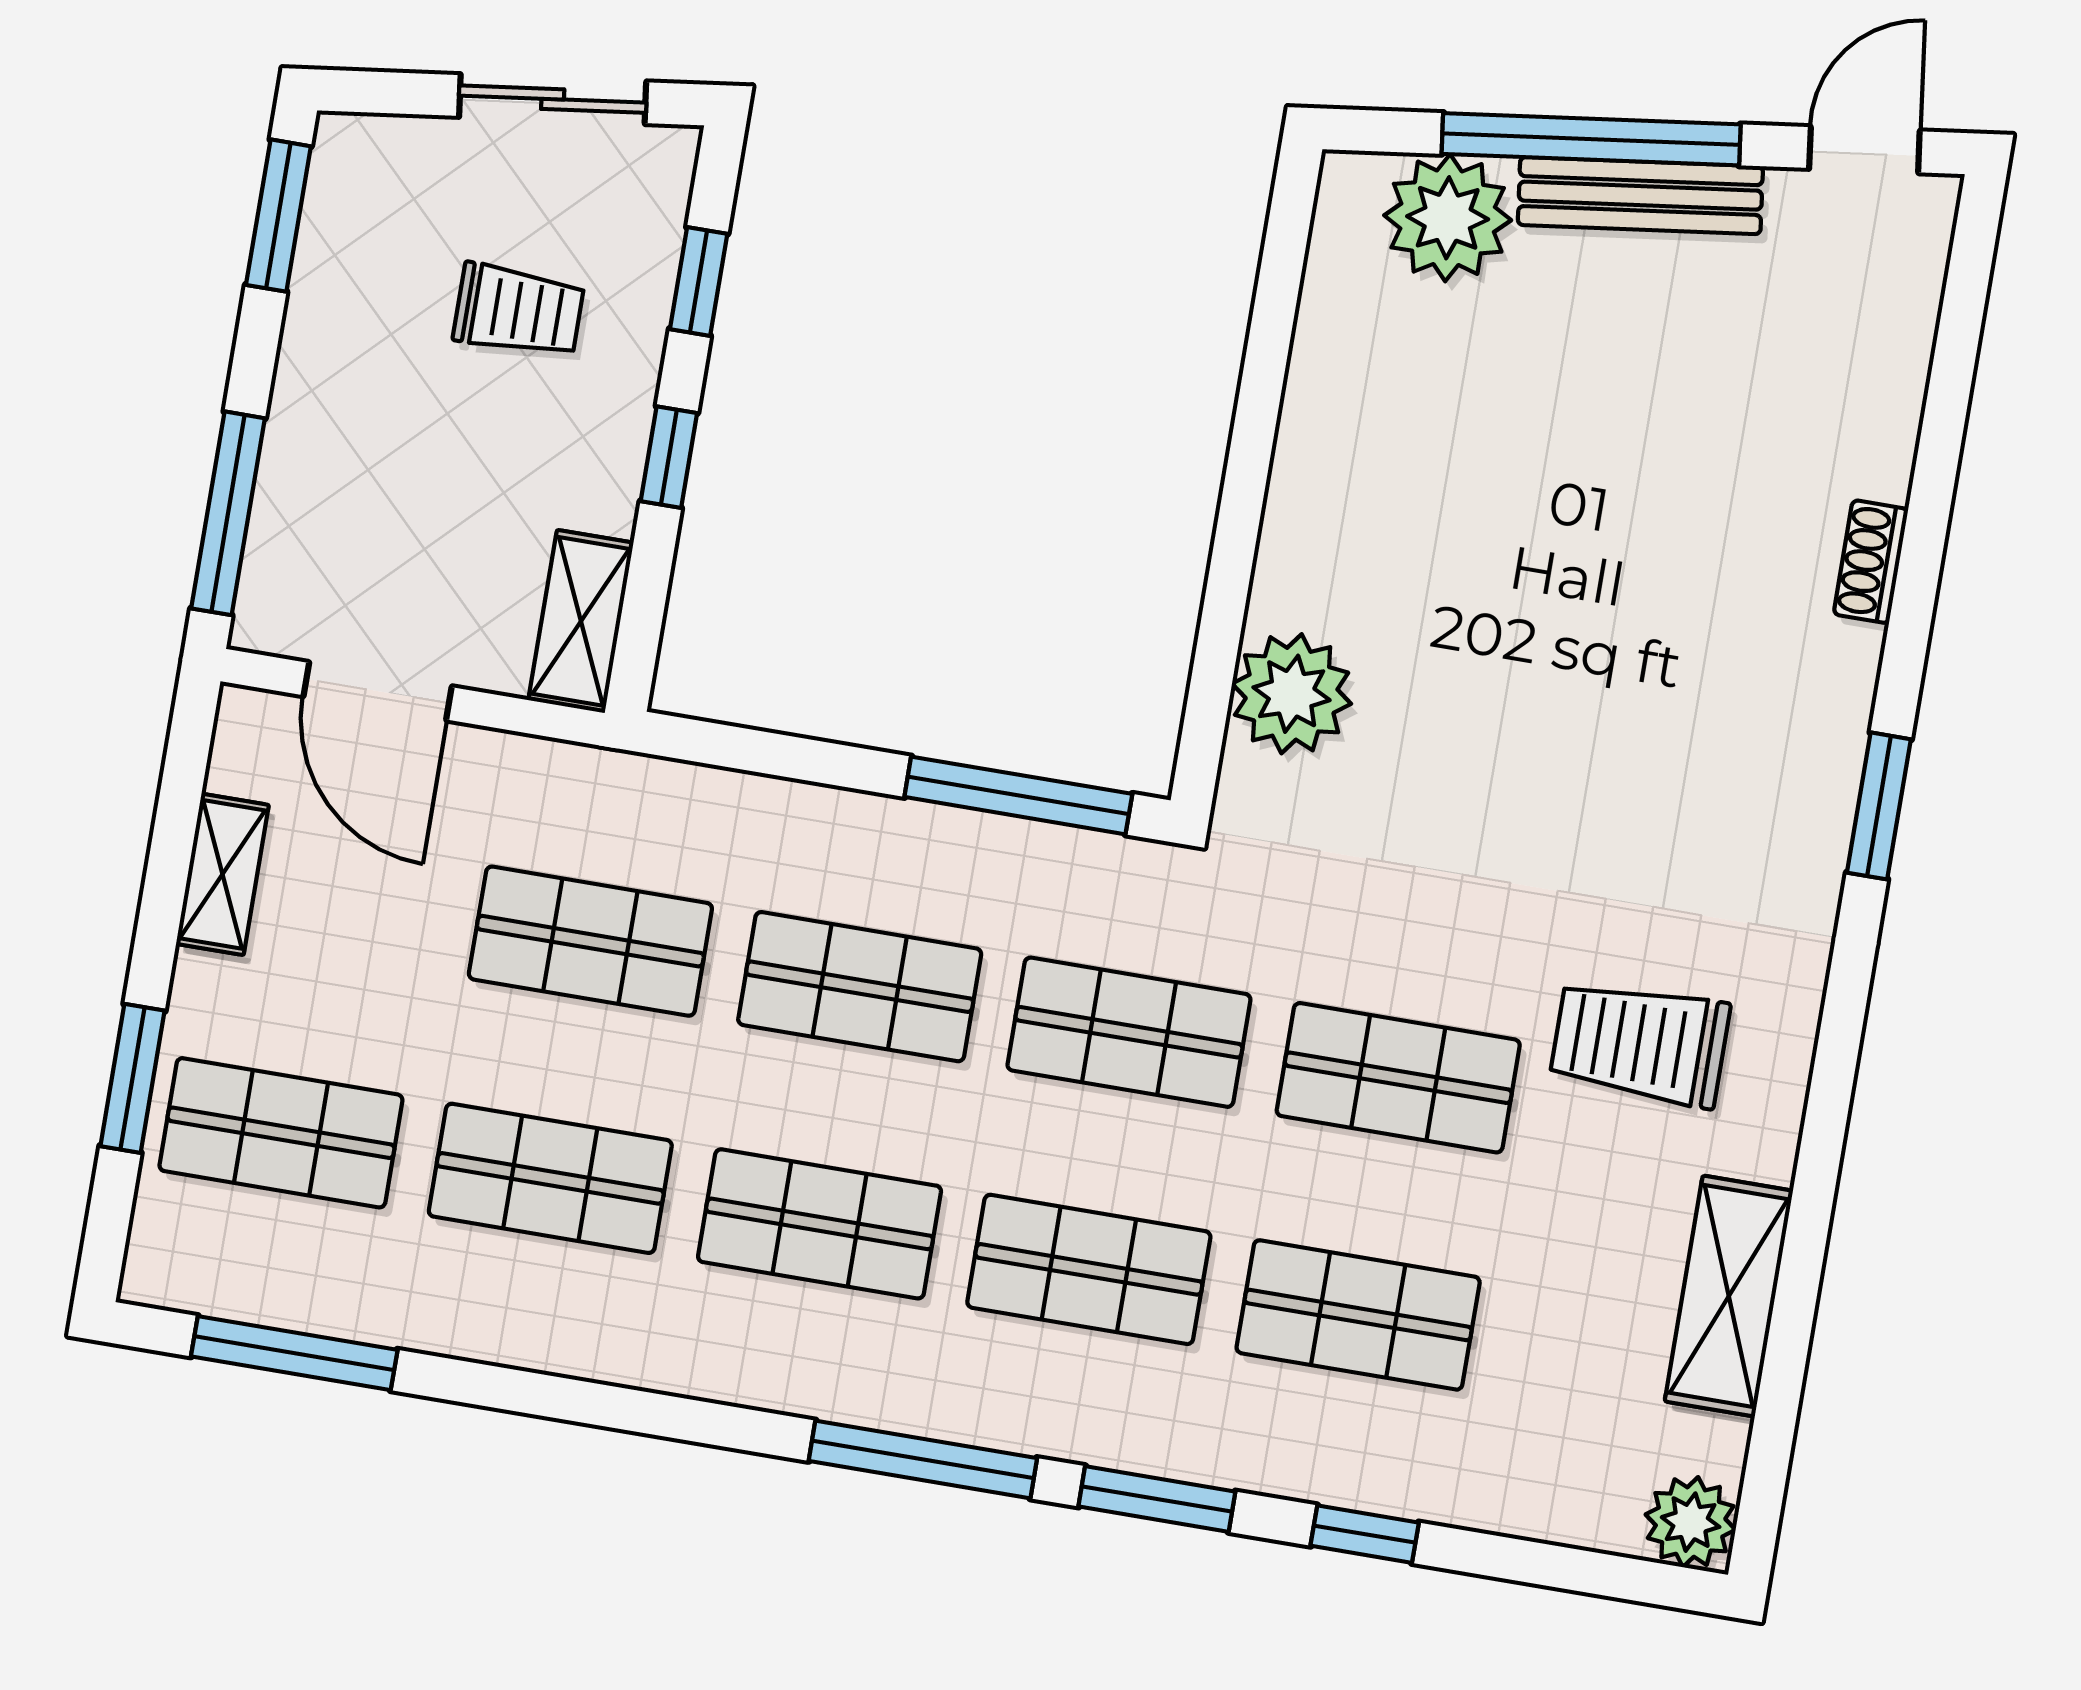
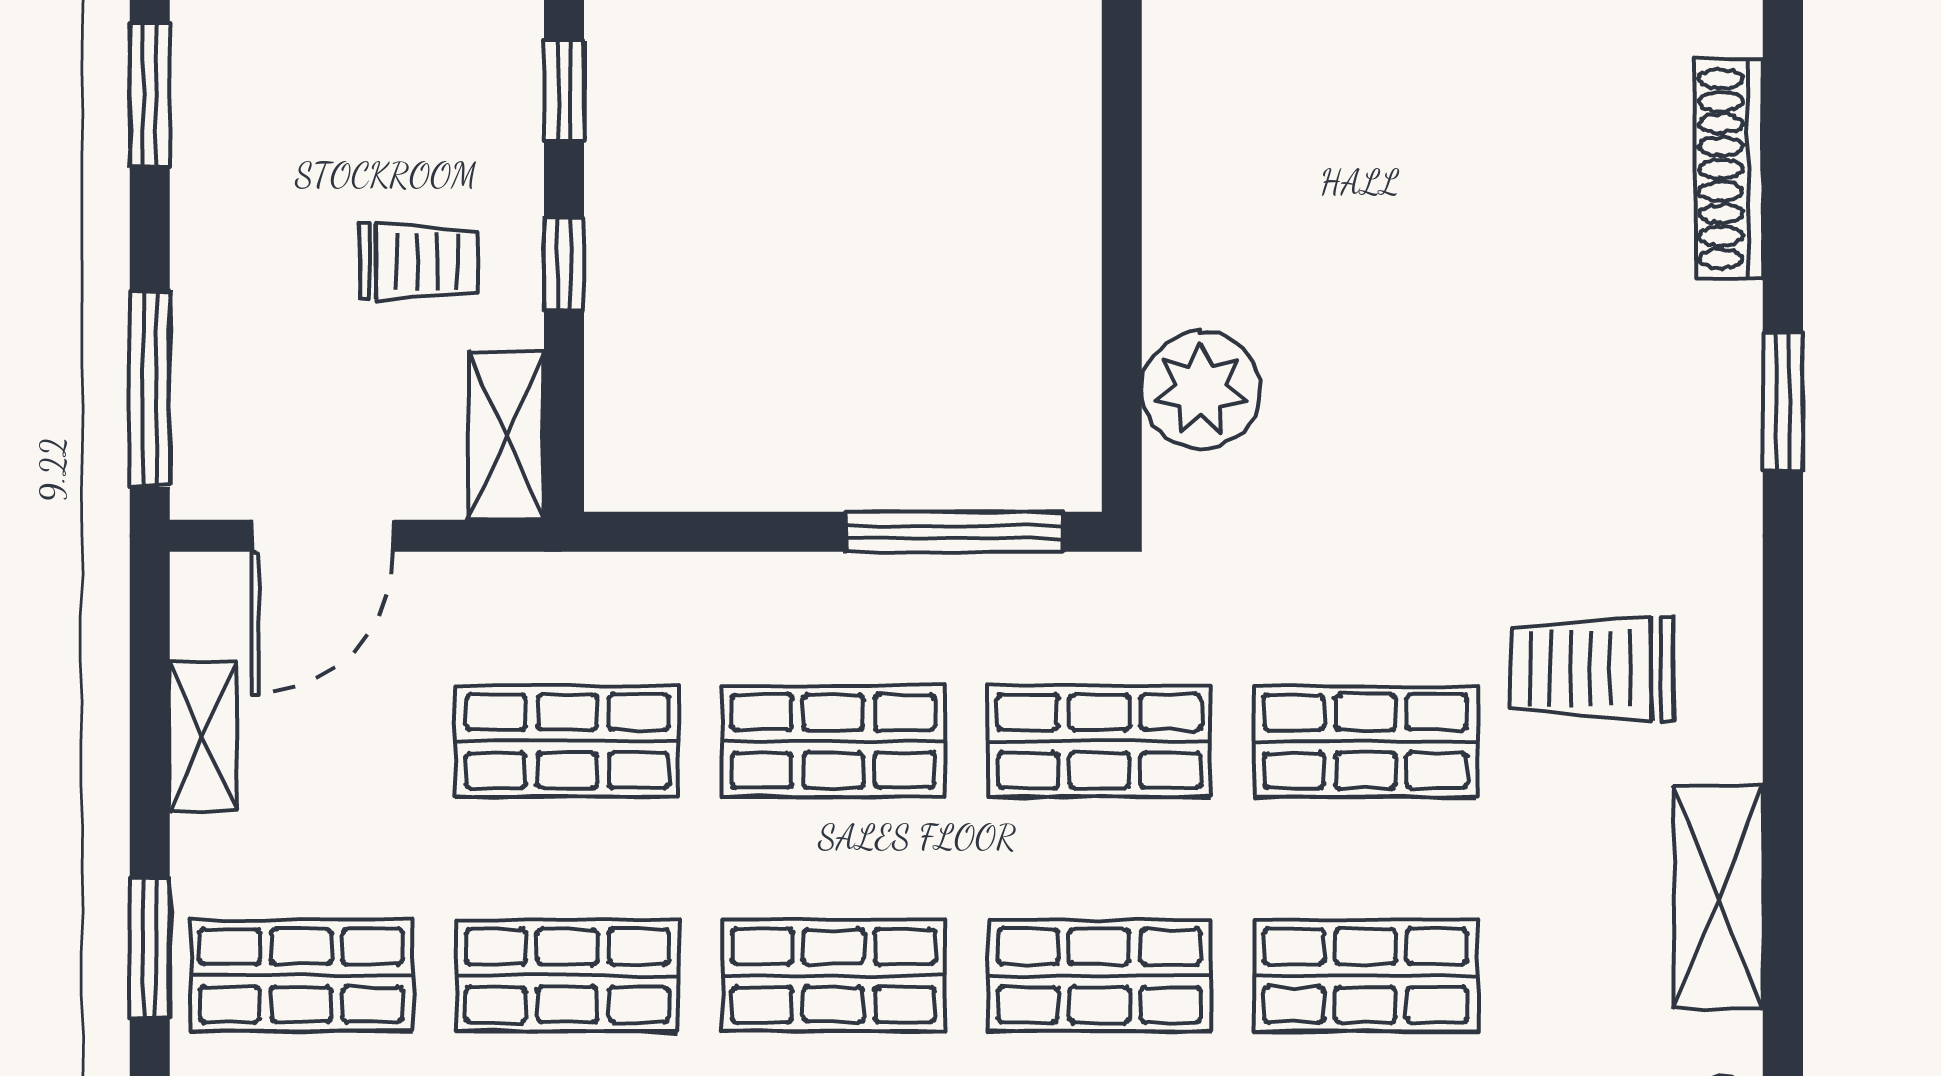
trolley: (519, 311) -> (419, 262), moved
shoe rack: (1871, 562) -> (1729, 169), width x1.94, depth x1.24
door: (378, 691) -> (322, 536), hinge flipped

